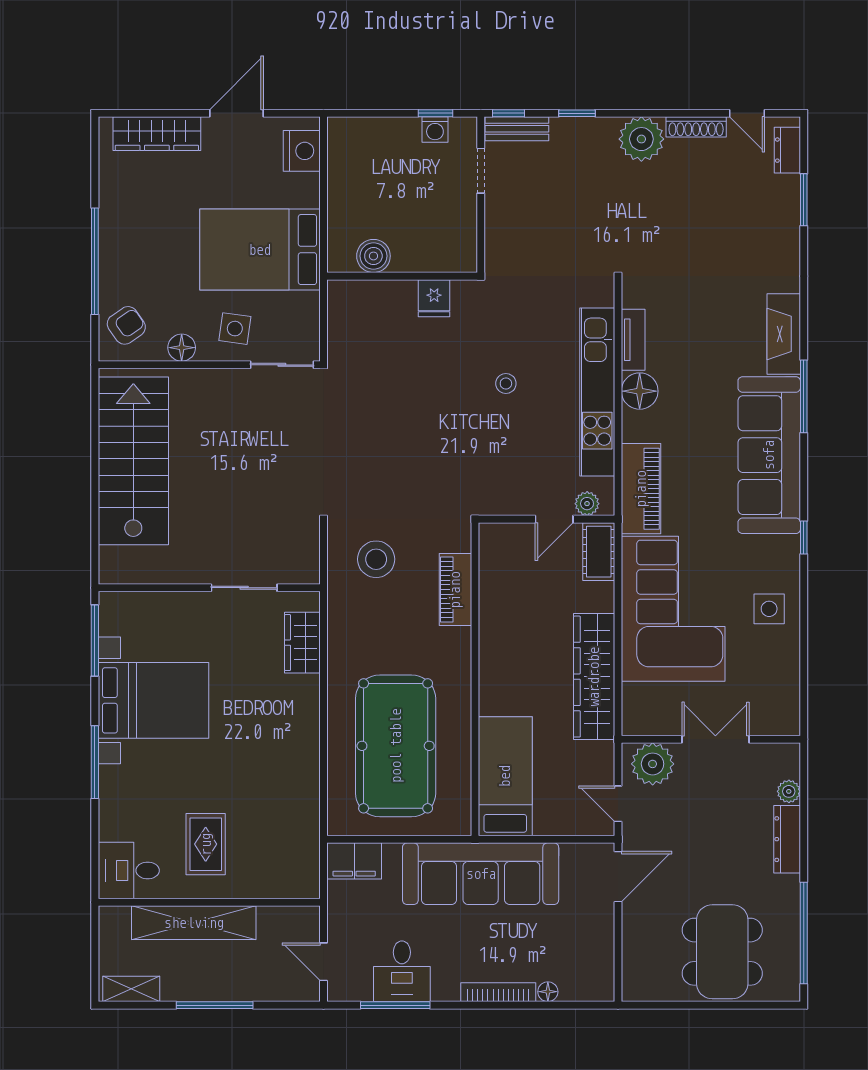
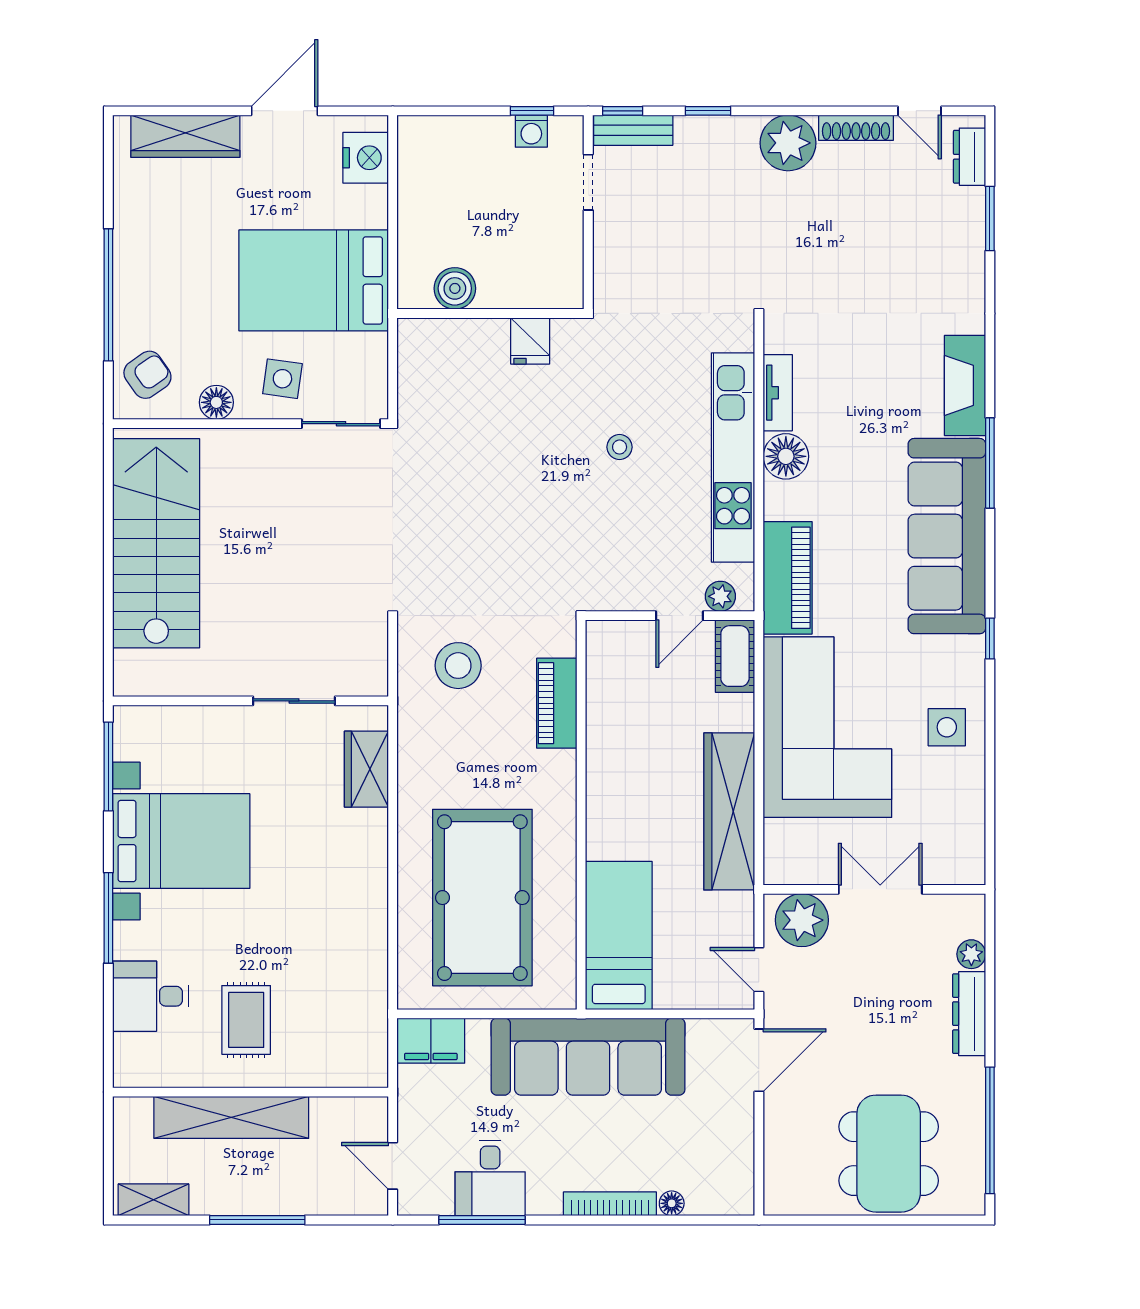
desk: (129, 870) -> (150, 996), moved

